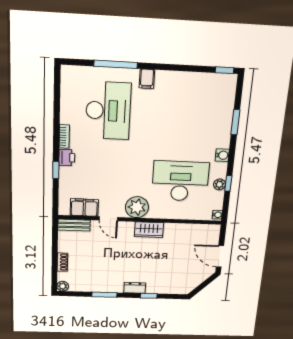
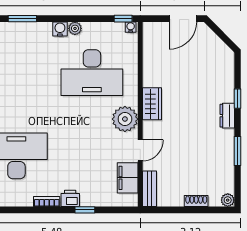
desk: (180, 181) -> (92, 73), turned -90
window: (228, 183) -> (123, 19), moved
plant: (219, 184) -> (75, 28), moved

